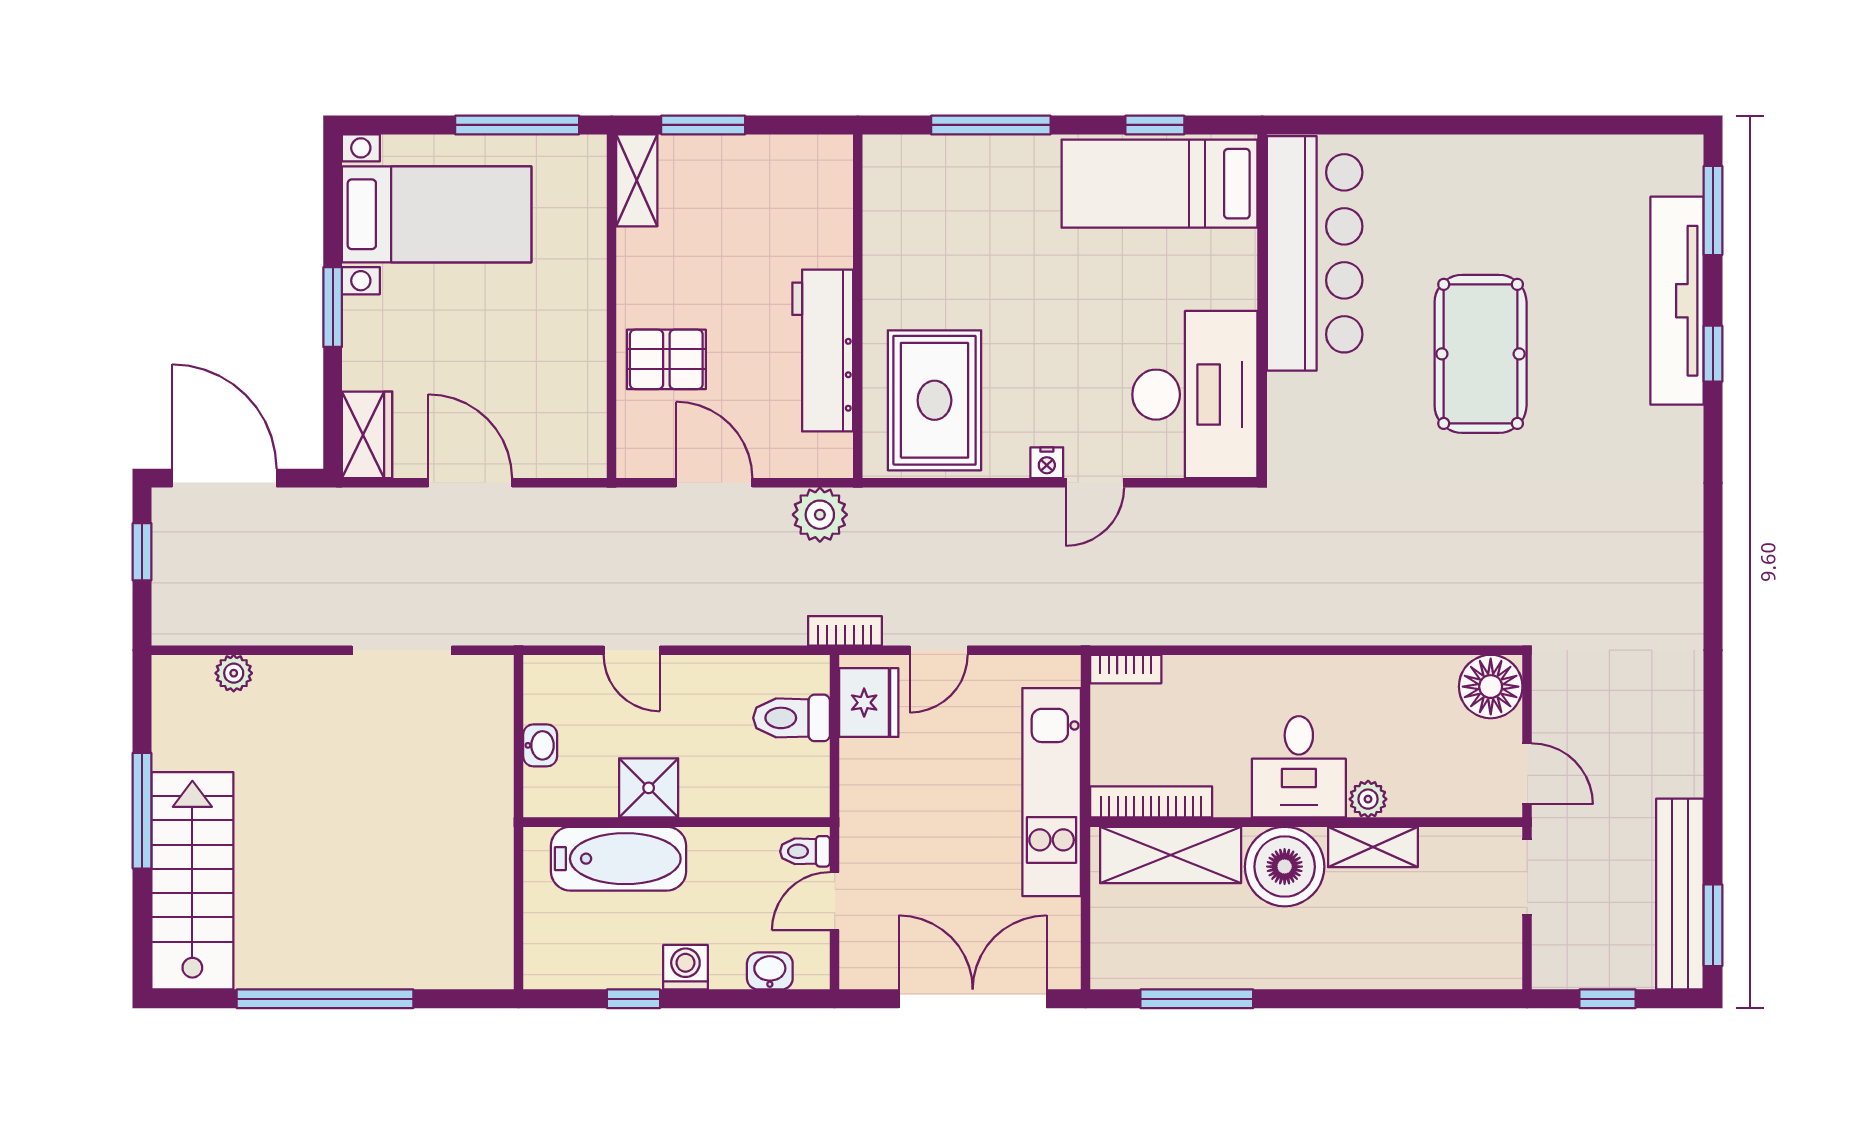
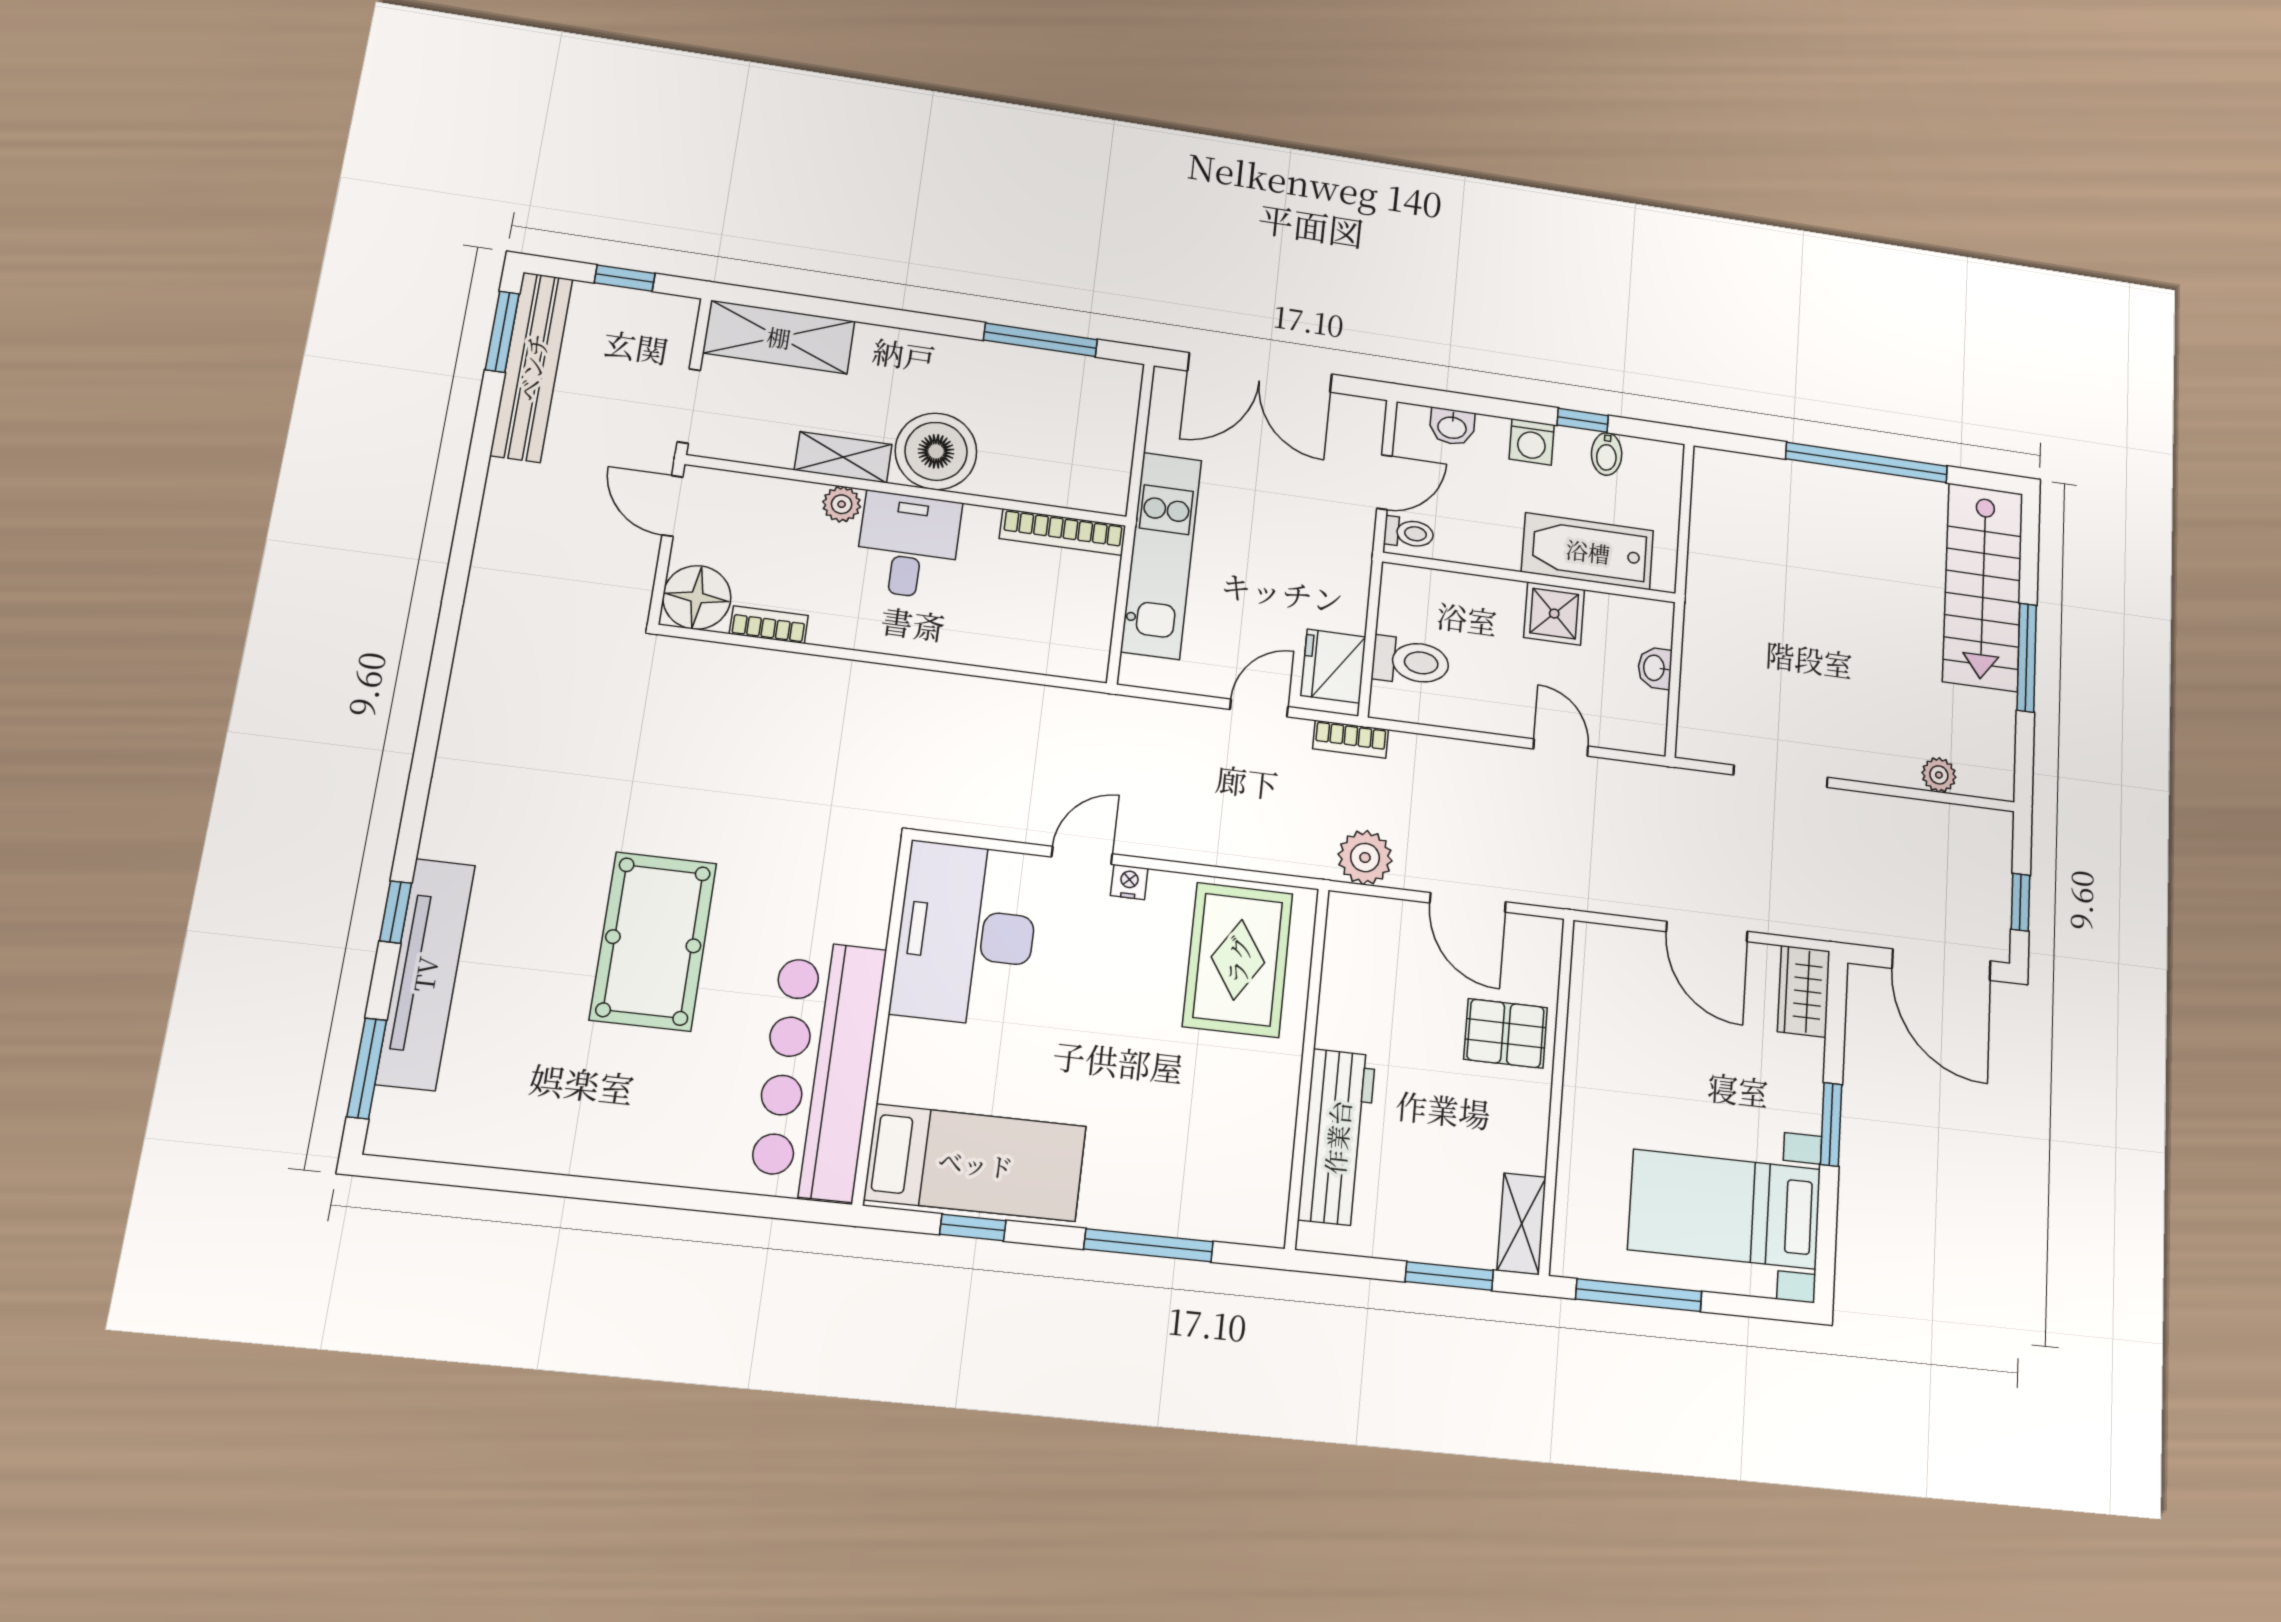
workbench: (823, 351) -> (1337, 1137), moved
bookcase: (1126, 669) -> (769, 625), moved
shelving: (1171, 855) -> (779, 337), moved
bidet: (606, 966) -> (1607, 454), added

